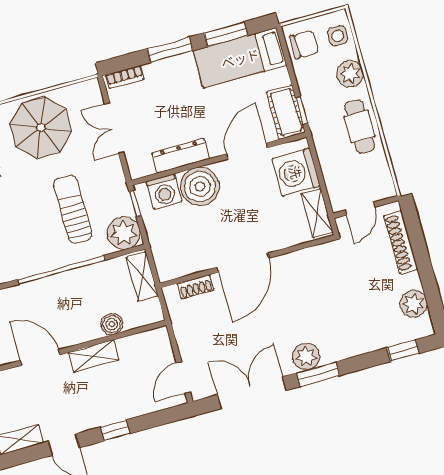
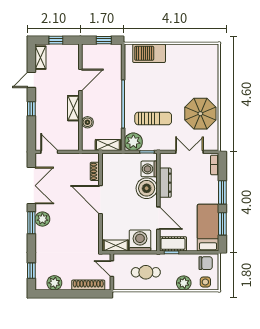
chair: (304, 45) -> (206, 263), turned -90
cafe table: (360, 127) -> (146, 272), moved

